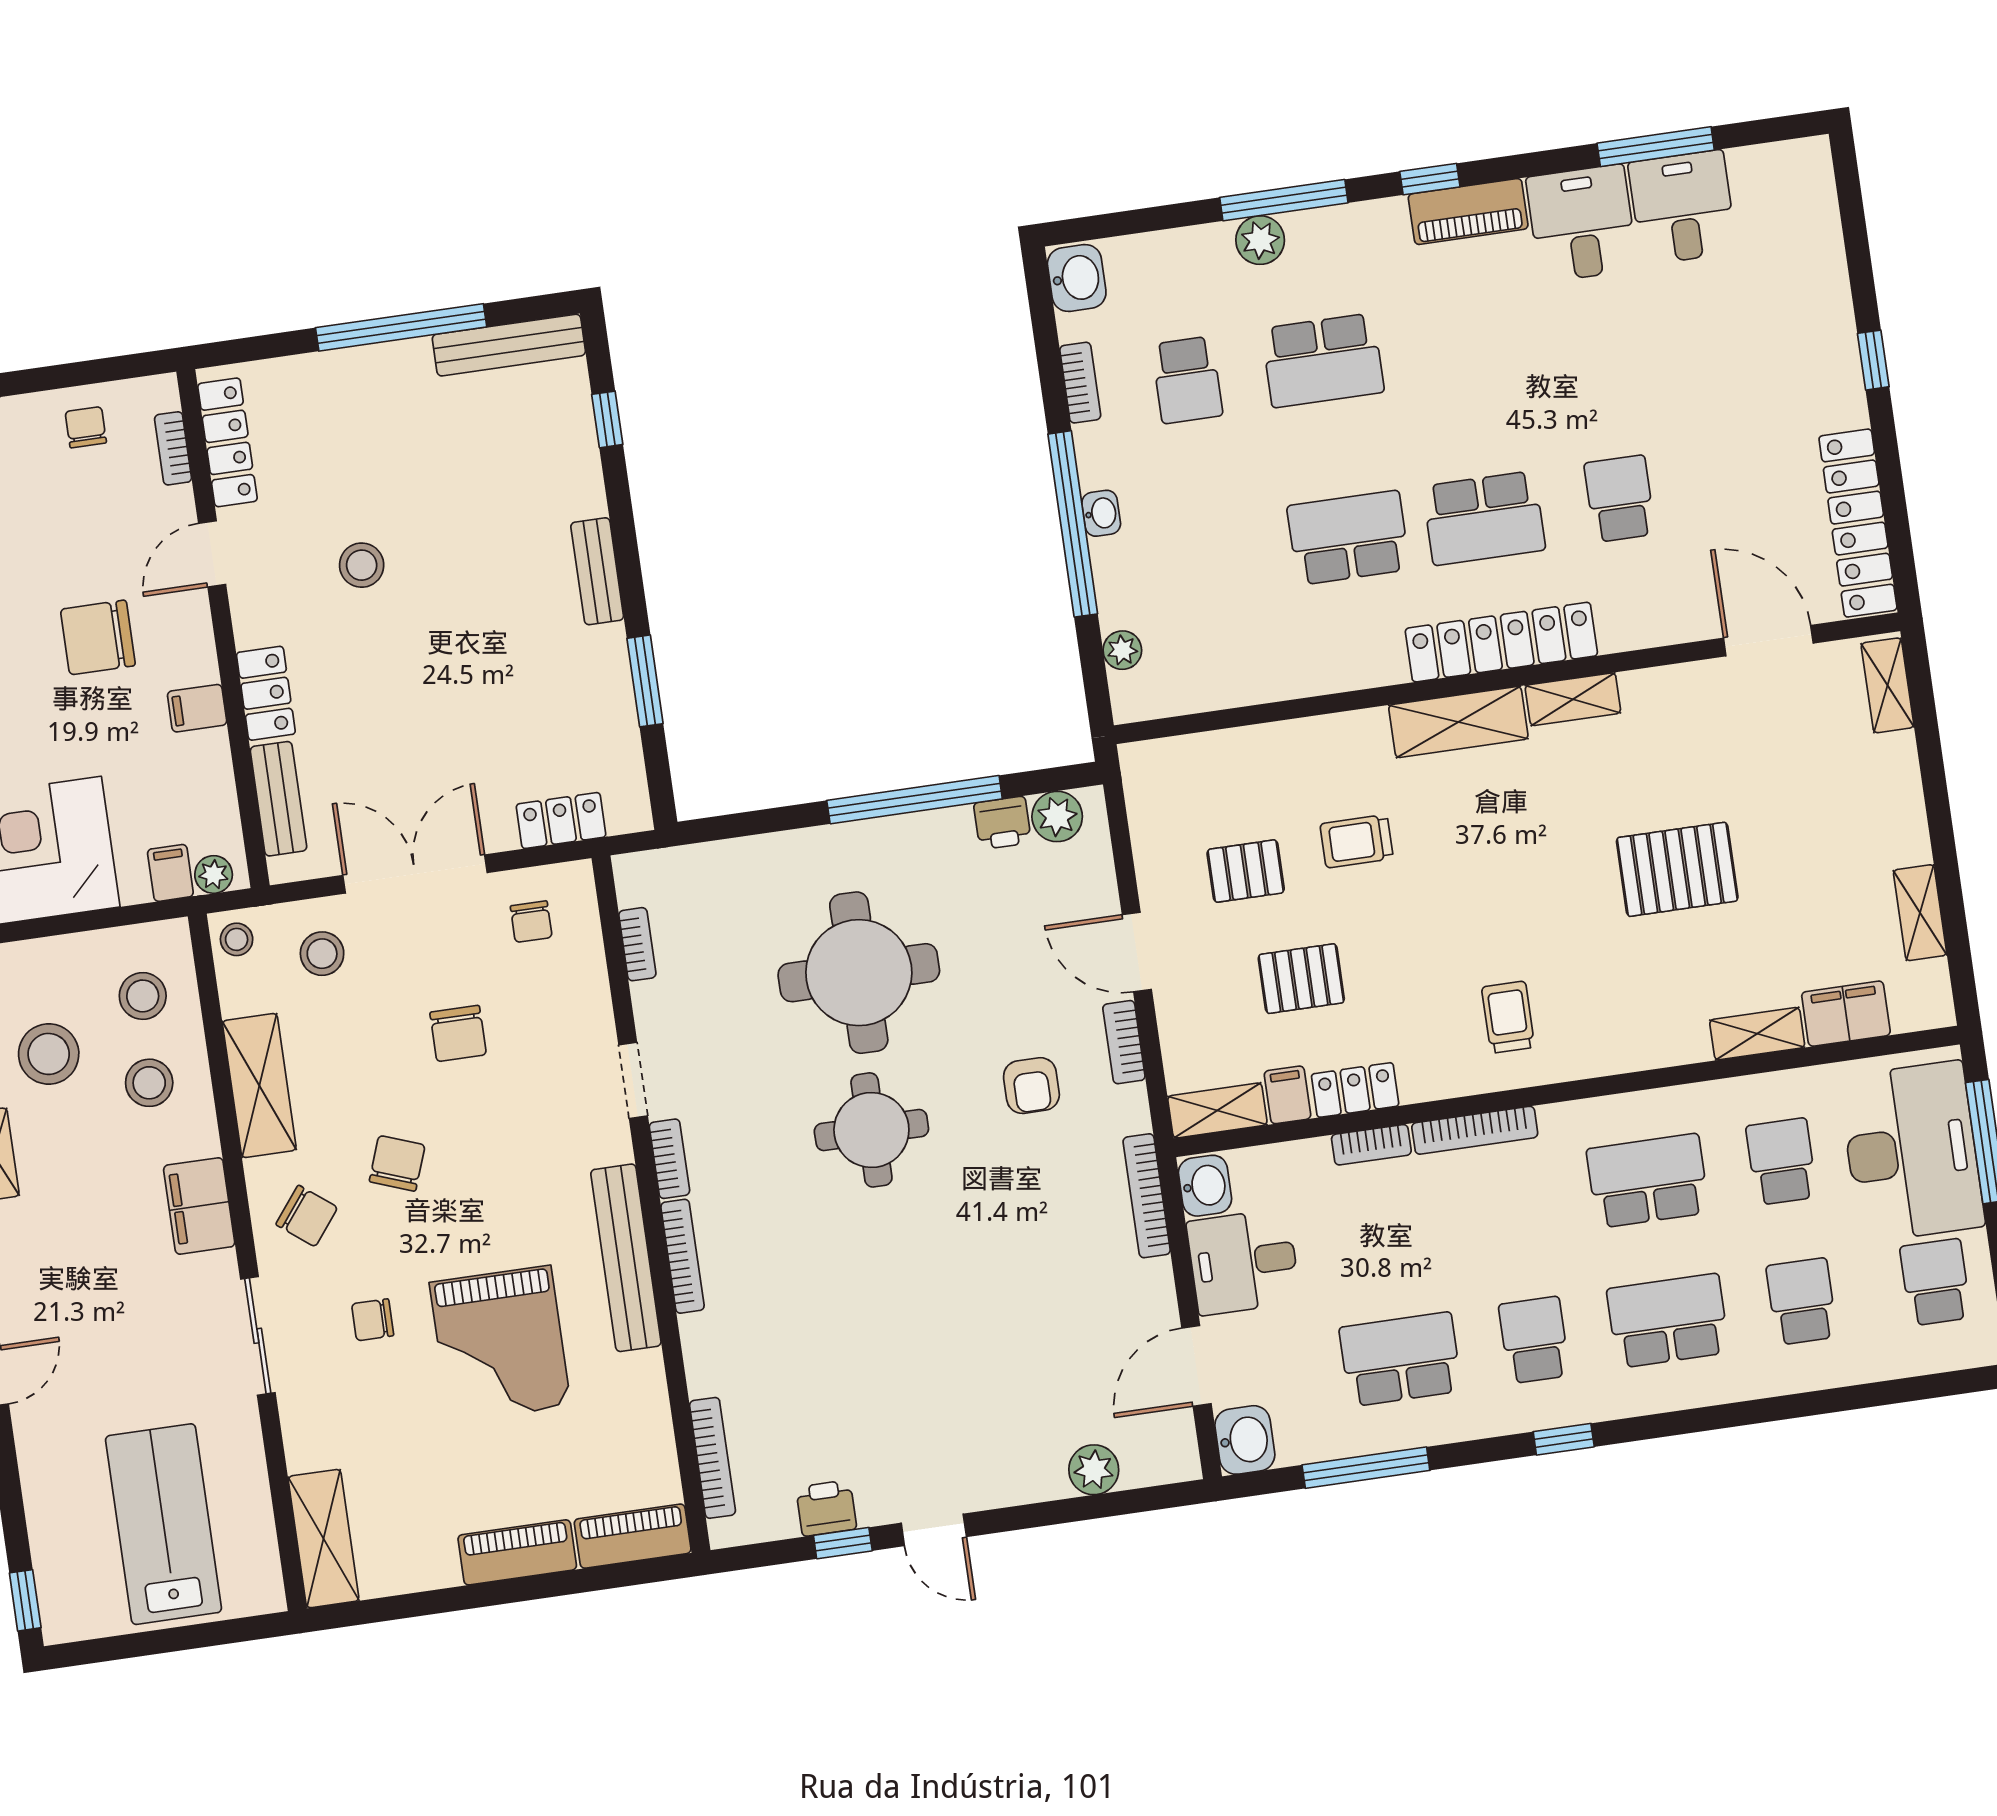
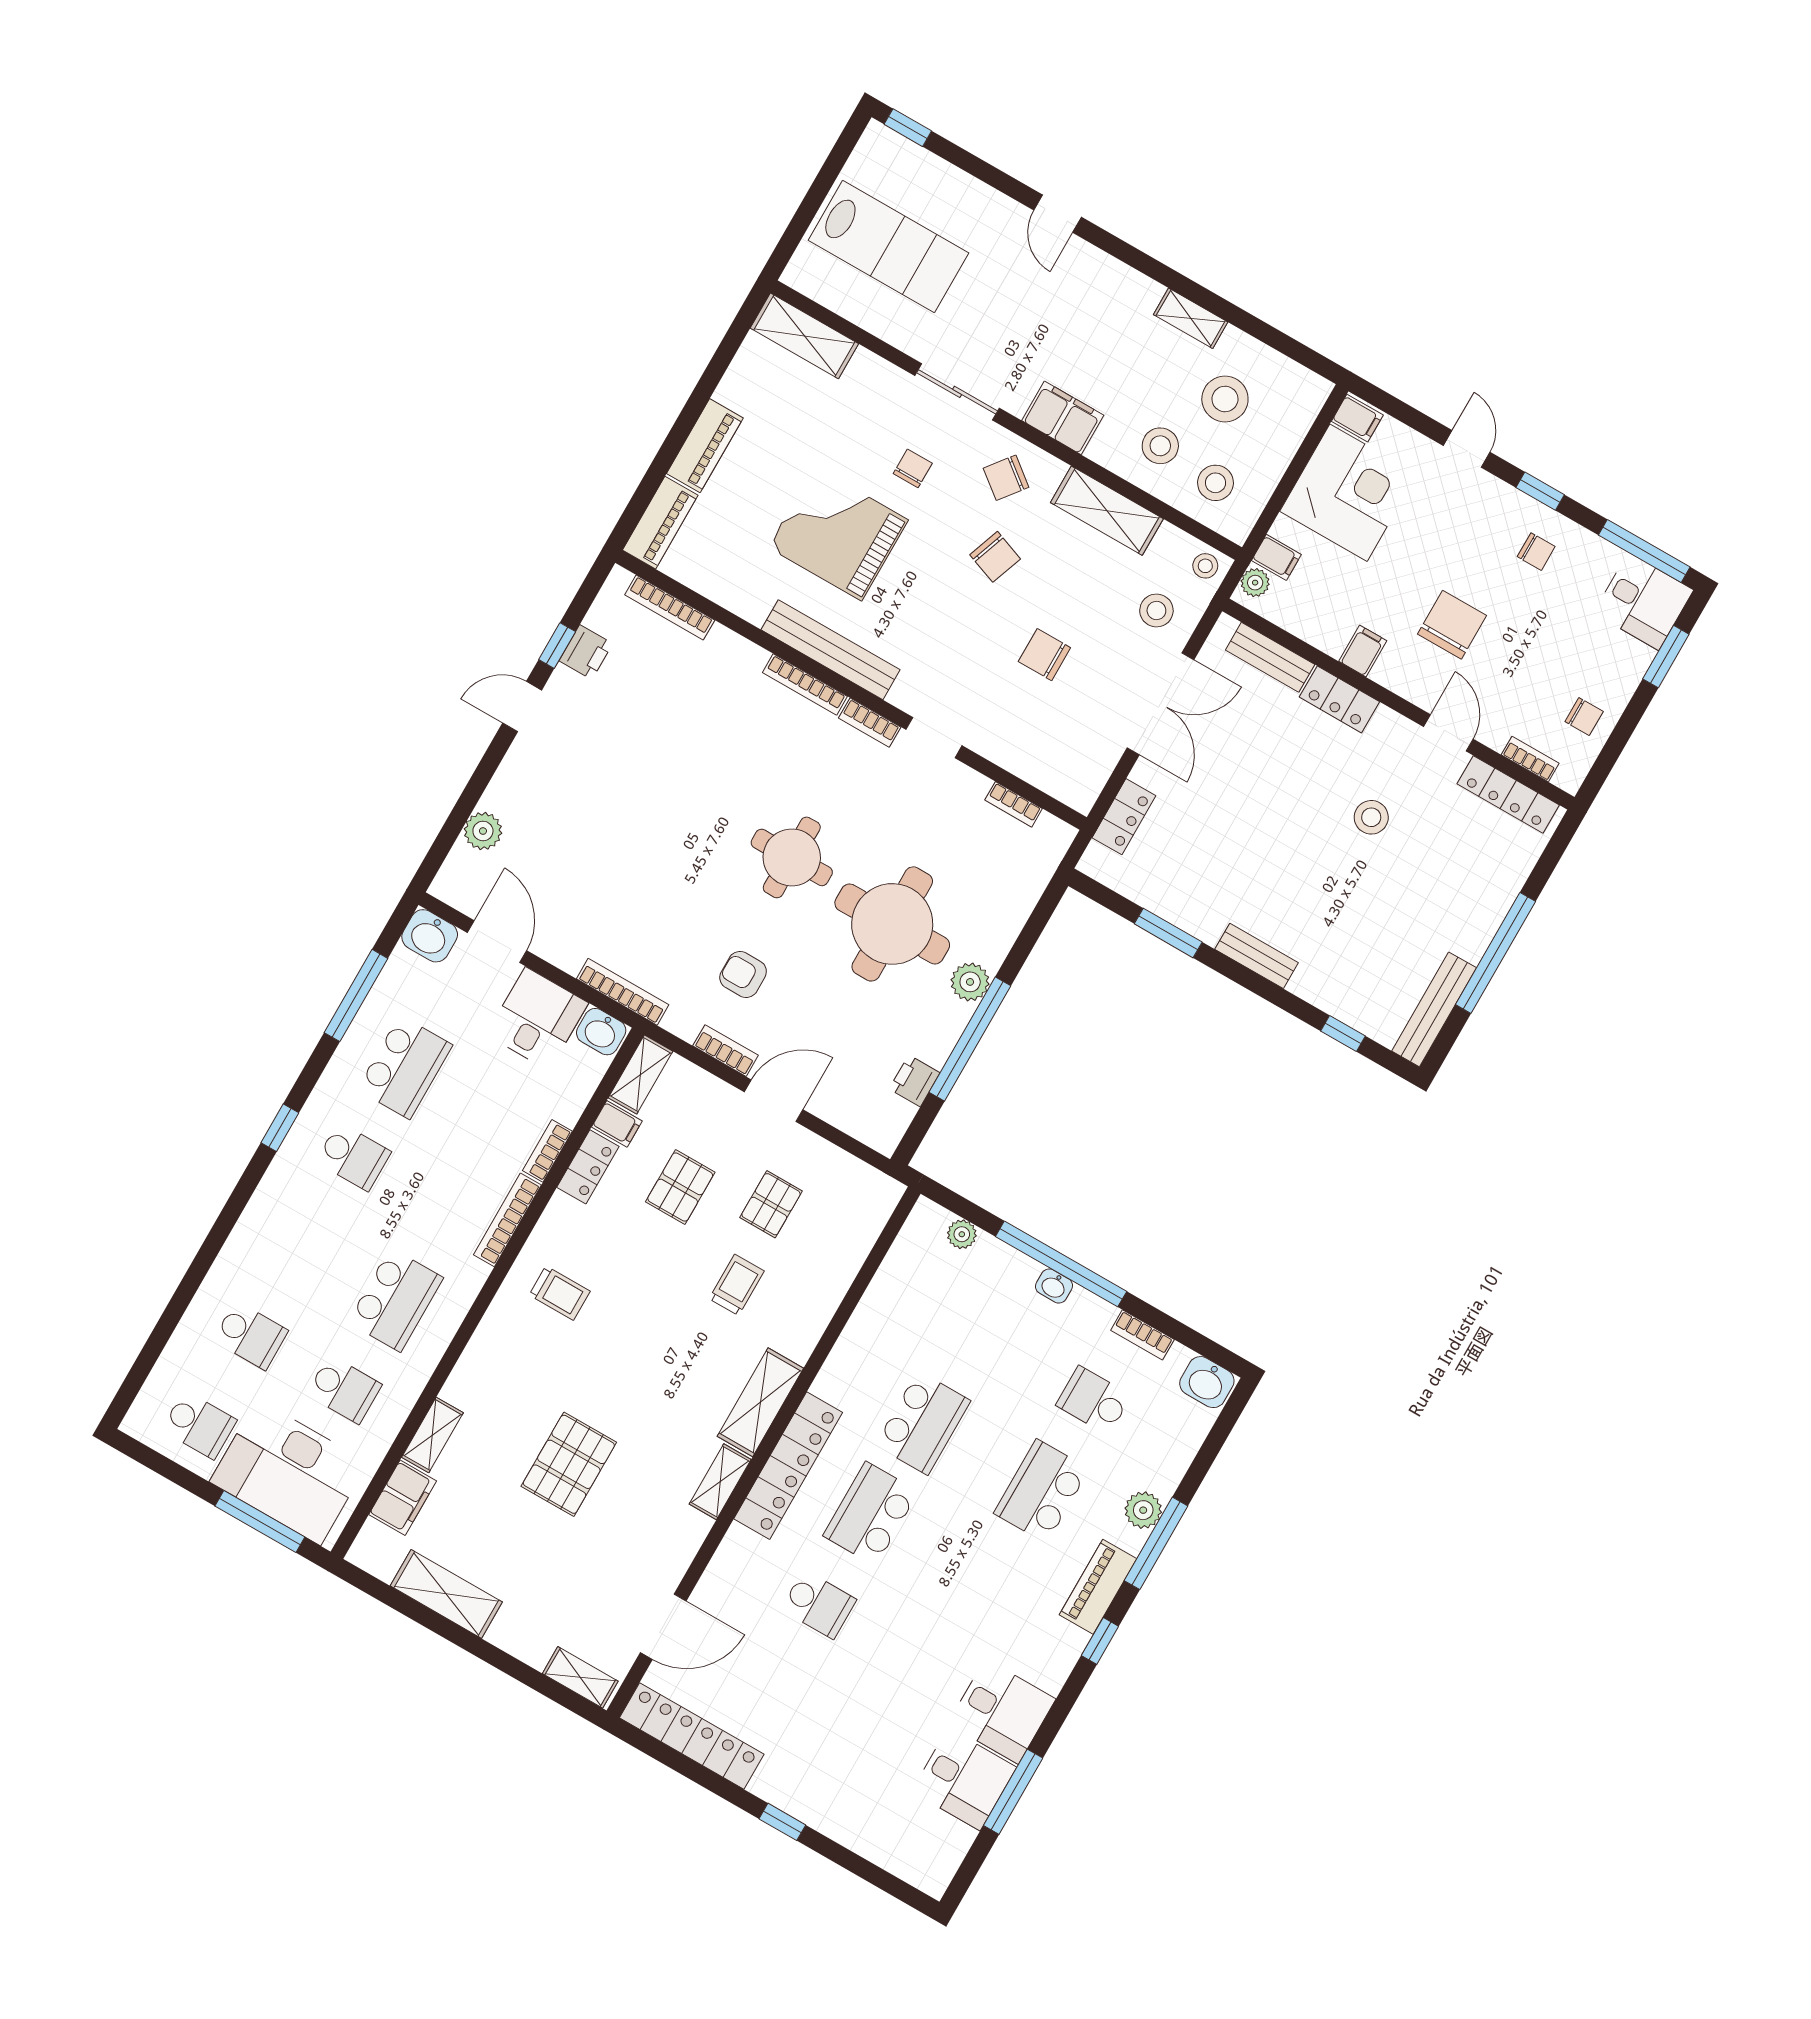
piano: (1468, 211) -> (1098, 1587), moved
plant: (1057, 817) -> (970, 982), moved
shelving: (1920, 913) -> (446, 1594), width x1.50, depth x1.33
chair: (531, 922) -> (1077, 751), removed
school desk: (1668, 1321) -> (302, 1246), removed

